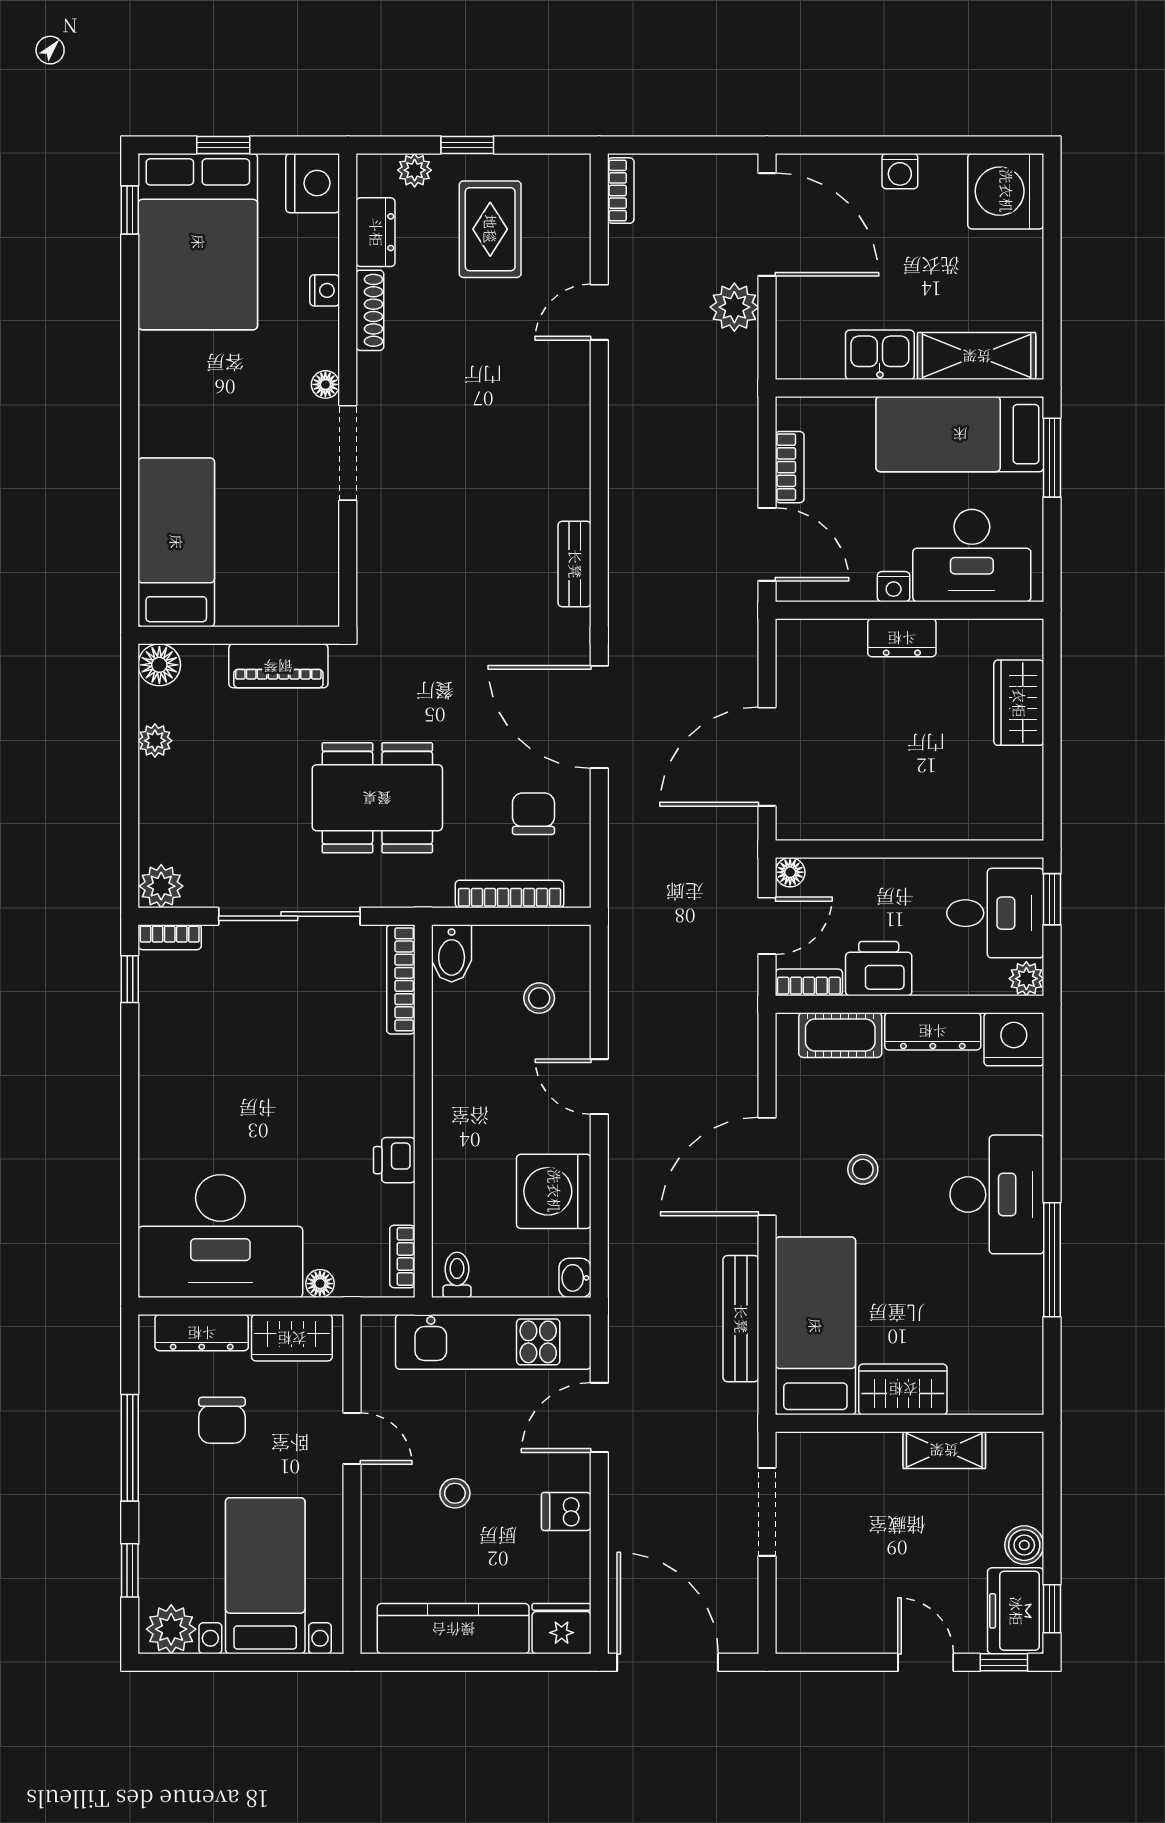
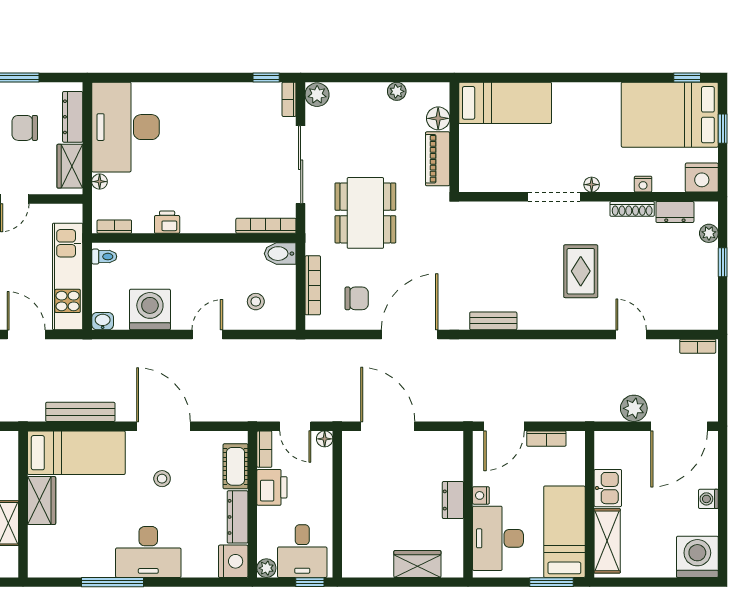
rug: (490, 229) -> (581, 271), moved, turned 90
floor lamp: (159, 665) -> (438, 118), moved

